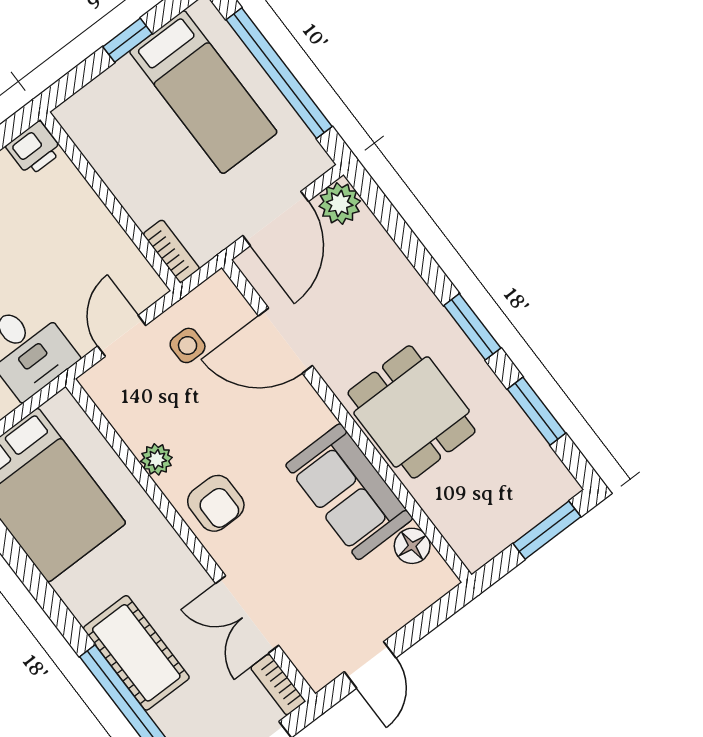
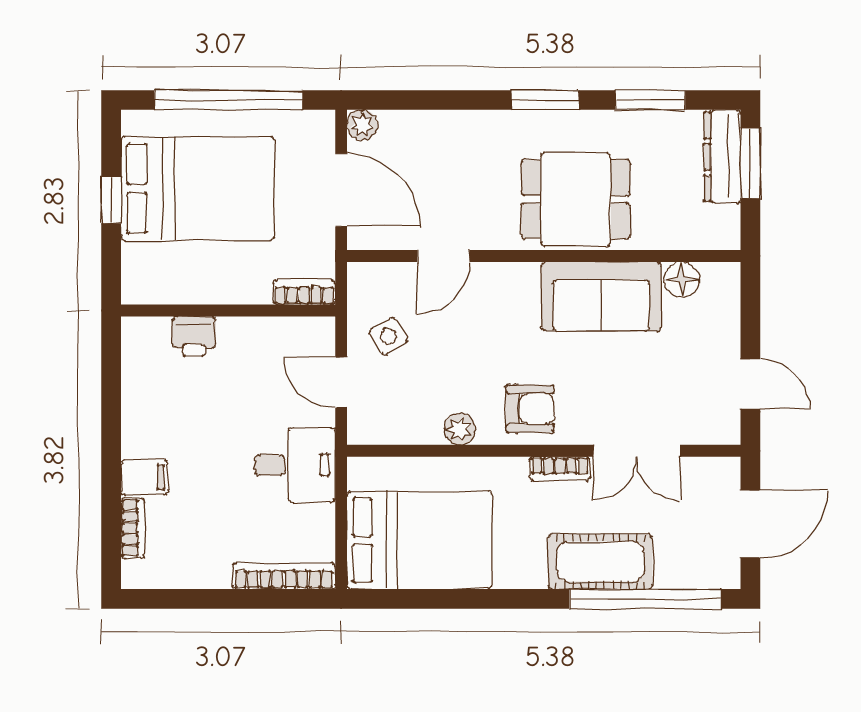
bed: (203, 92) -> (198, 188), width x1.50
printer: (34, 149) -> (194, 336), moved, turned 90
plant: (340, 204) -> (362, 125), width x0.73, depth x0.73
door: (285, 341) -> (443, 256), width x0.73
side table: (188, 345) -> (388, 336), turned -30
dresser: (535, 504) -> (722, 157), added
bookcase: (278, 685) -> (560, 469), moved

